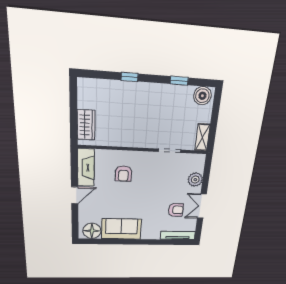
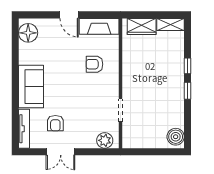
window: (179, 81) -> (188, 91), moved
shelving: (202, 137) -> (171, 24), moved
plant: (195, 180) -> (105, 140), moved
double door: (202, 206) -> (61, 152), swing flipped
sofa: (121, 229) -> (31, 87), moved

